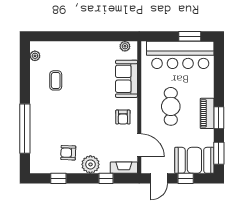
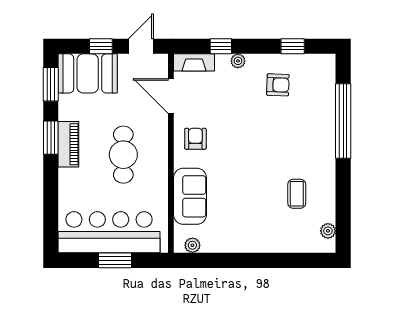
window: (190, 36) -> (115, 260), moved
plant: (90, 164) -> (238, 61), width x0.53, depth x0.53

